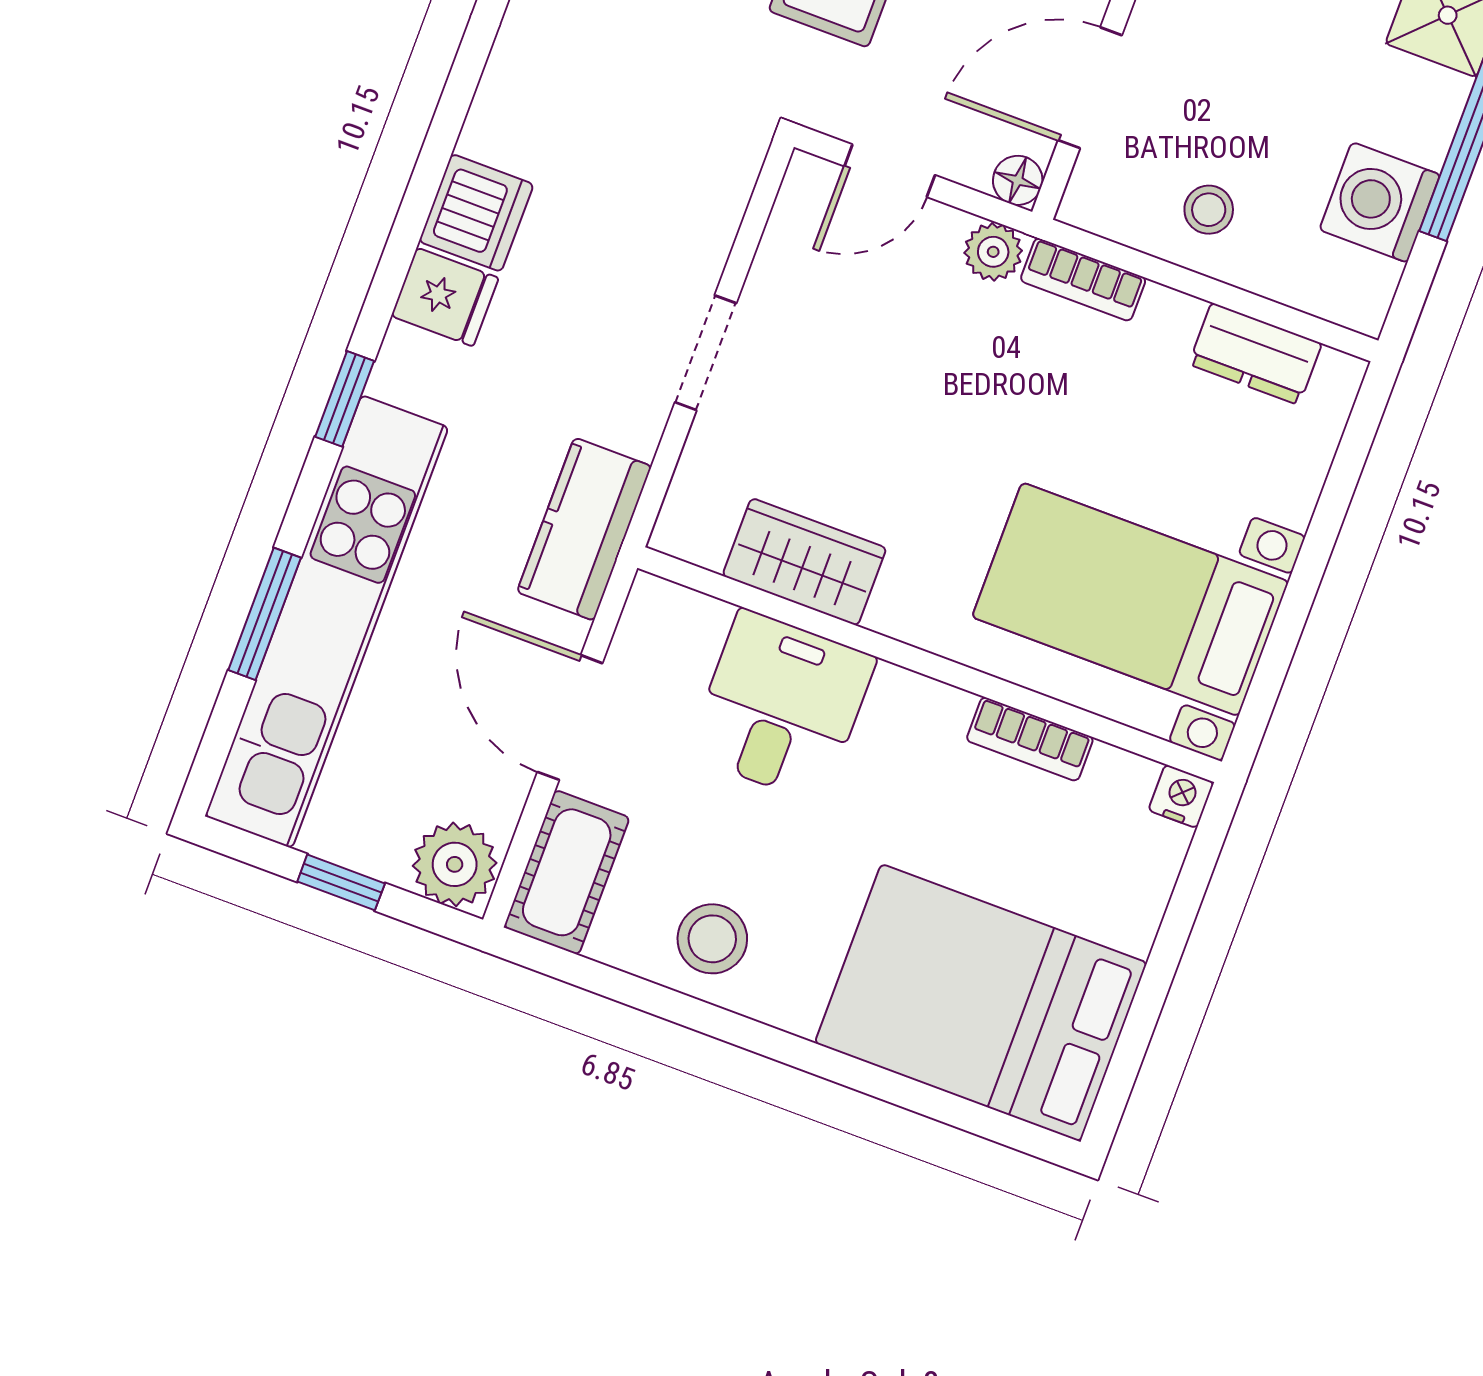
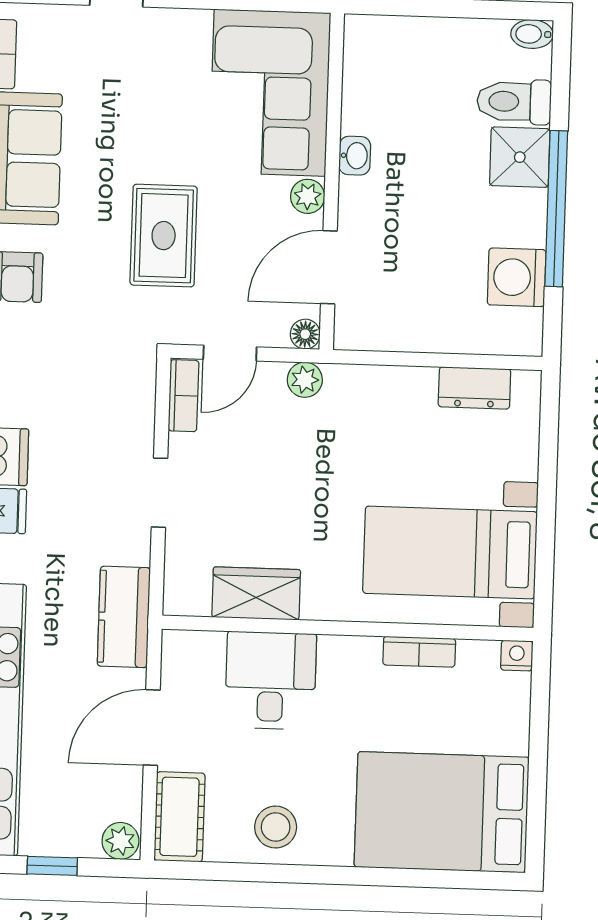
stool: (1209, 210) -> (420, 314), removed
bookcase: (1083, 279) -> (184, 396), moved, turned -90
door: (570, 718) -> (152, 728), hinge flipped
plant: (455, 864) -> (120, 841), width x0.73, depth x0.73

